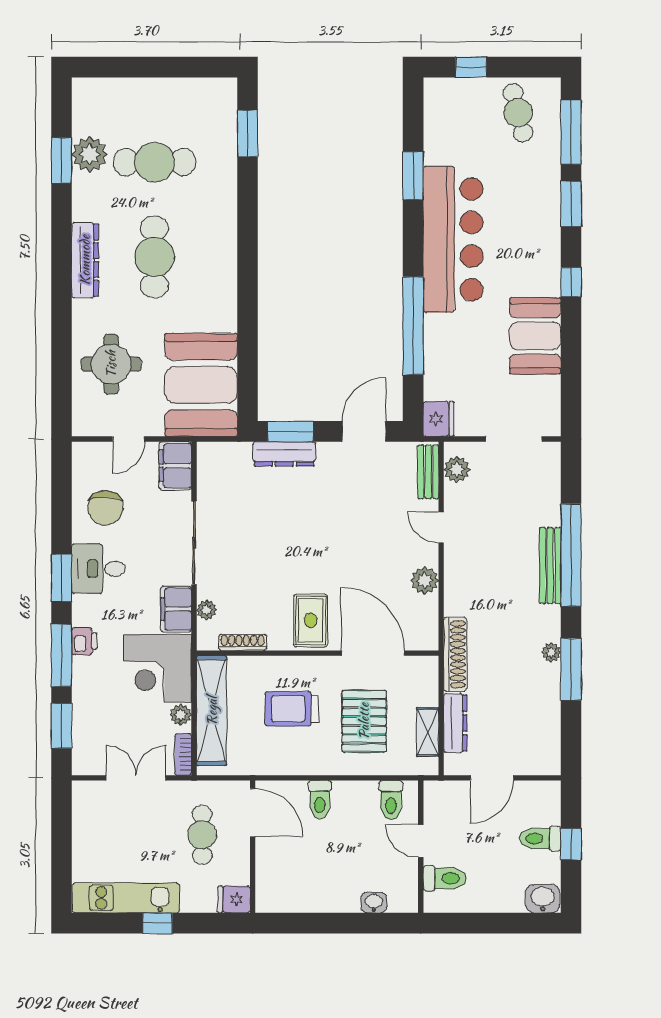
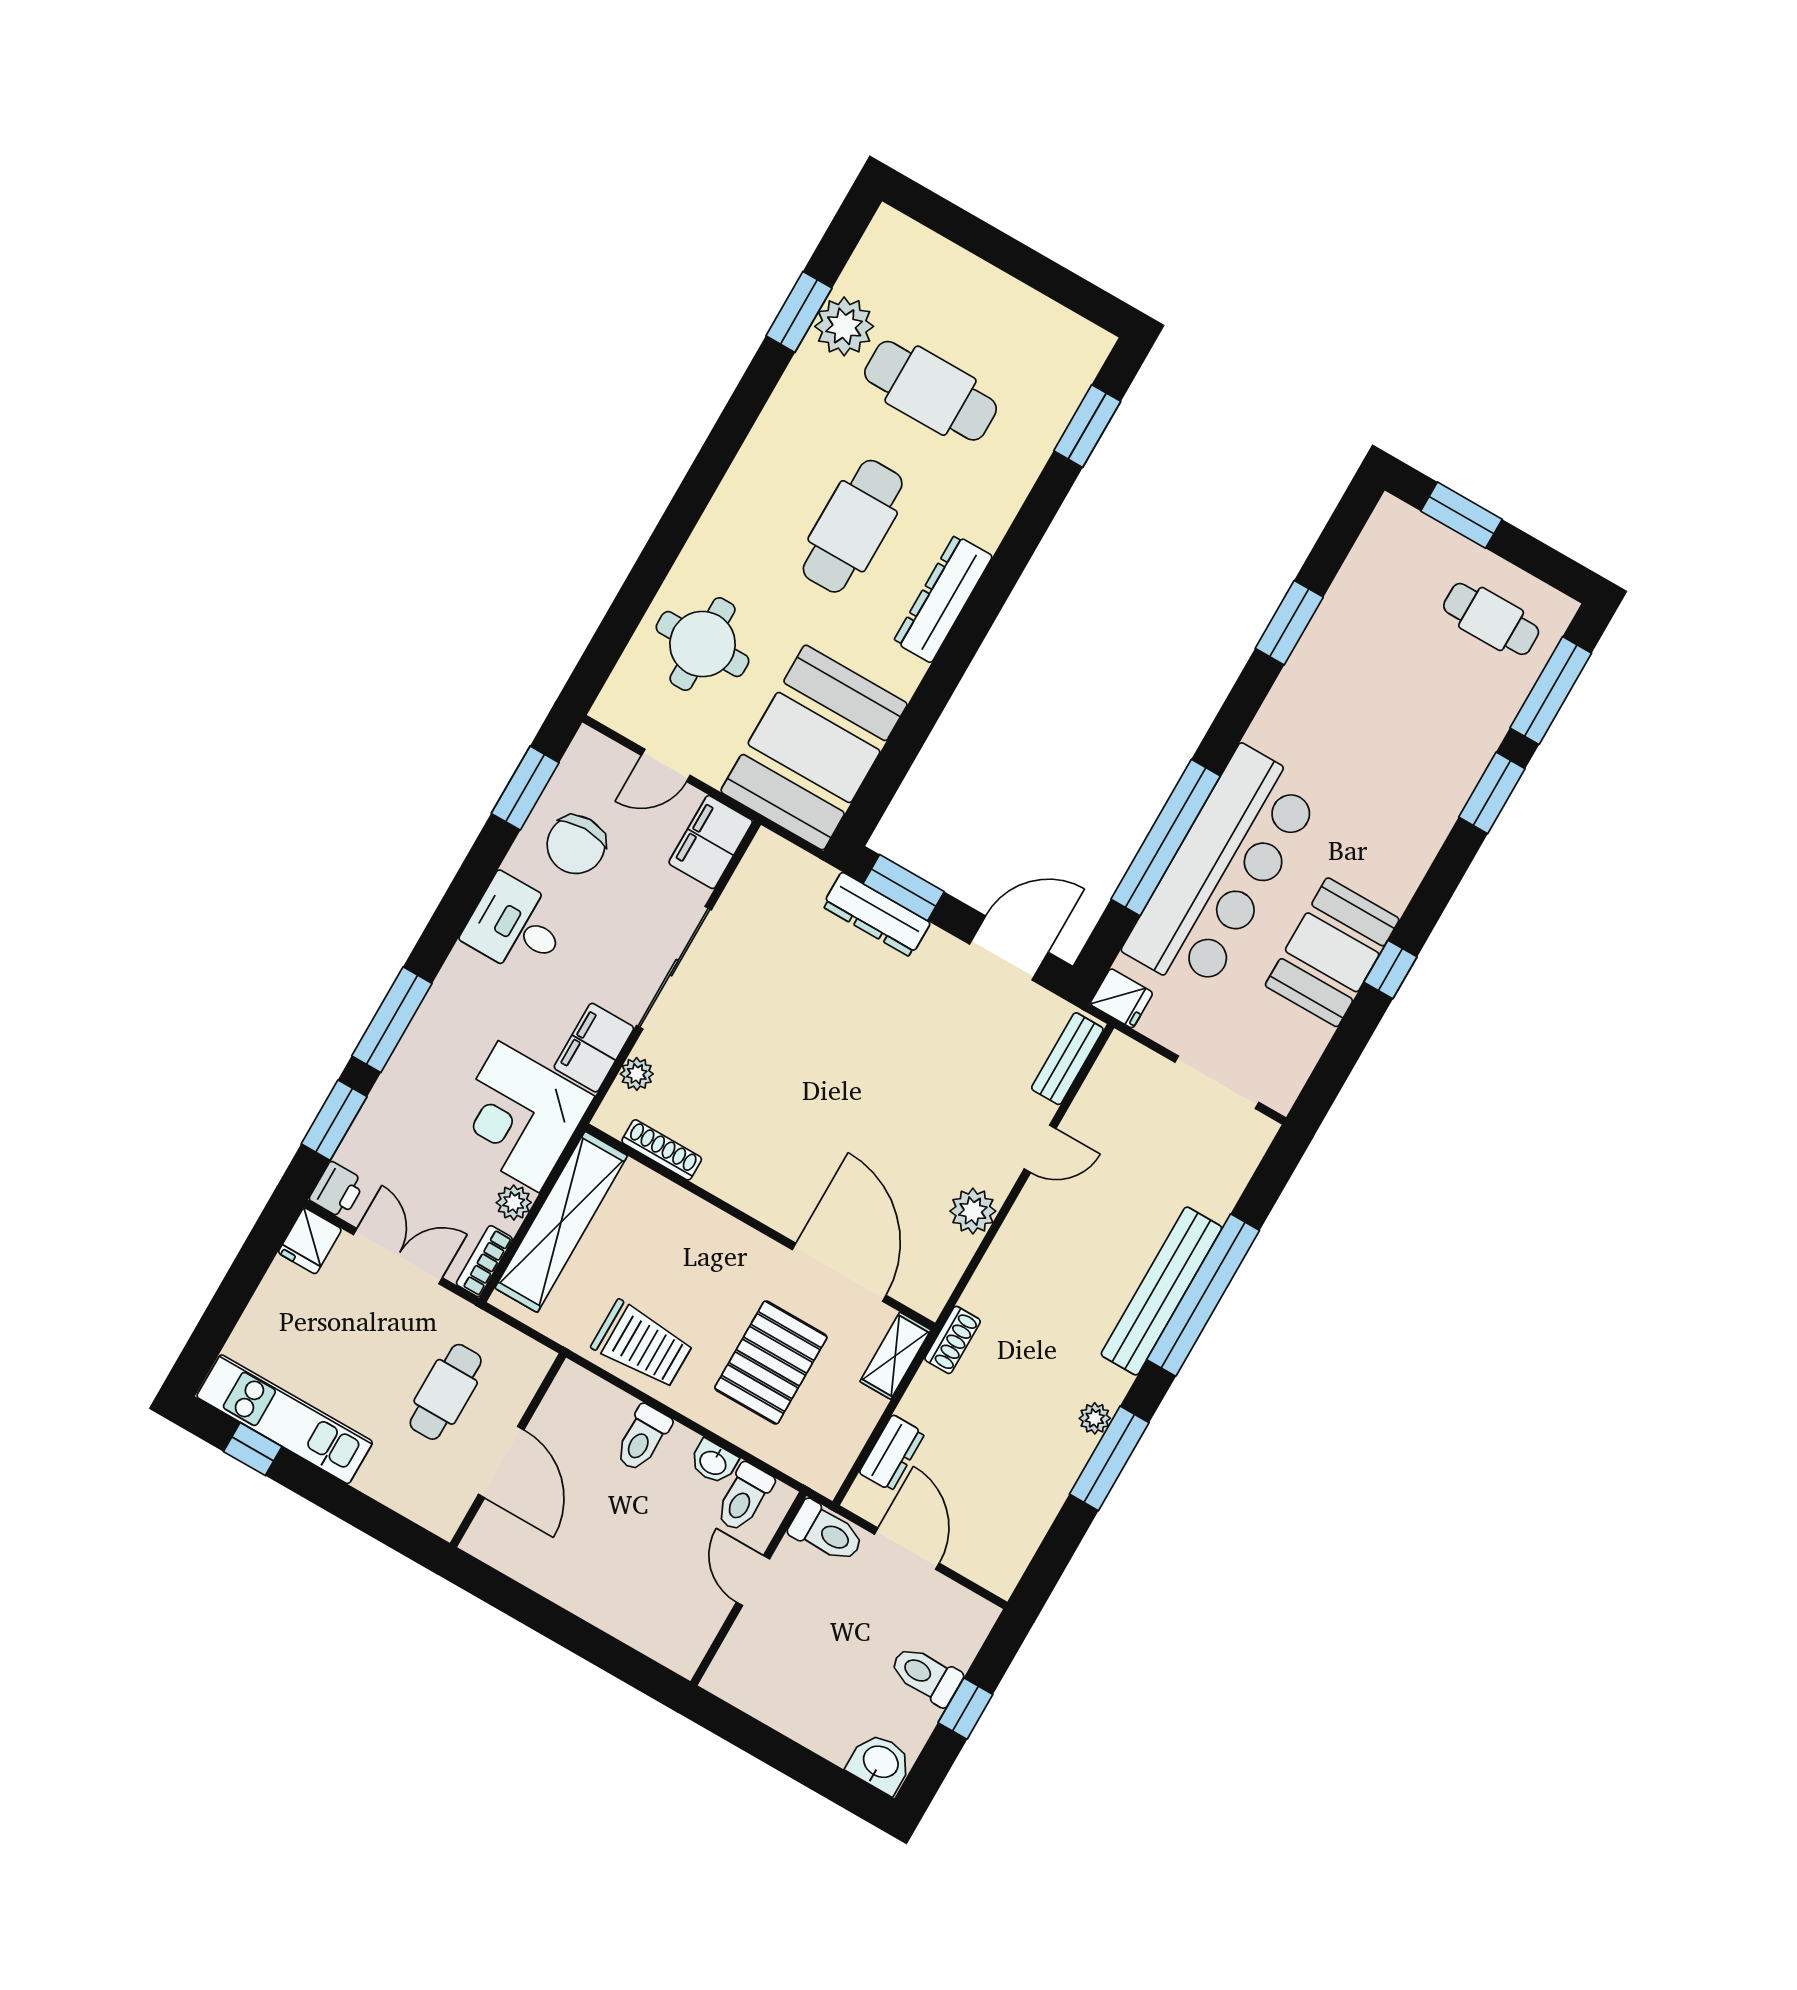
window: (471, 67) -> (1462, 515), width x1.50
cafe table: (518, 113) -> (1491, 619), turned -76
bar counter: (453, 239) -> (1223, 871), moved
dresser: (85, 260) -> (943, 599), moved, turned 180
window: (571, 282) -> (1390, 970), moved
fridge: (438, 419) -> (1121, 998), width x0.72
plant: (457, 469) -> (1110, 1079), removed
door: (441, 527) -> (1040, 1149), swing flipped
bench: (550, 565) -> (1161, 1291), width x1.37, depth x1.21
window: (62, 578) -> (525, 788), moved
rug: (311, 620) -> (777, 1175), removed
printer: (84, 641) -> (337, 1190), moved
shoe rack: (455, 654) -> (953, 1340), width x0.51, depth x0.81
trolley: (292, 709) -> (642, 1345), moved, turned 180
dresser: (455, 723) -> (892, 1453), width x0.70
shelving: (428, 732) -> (895, 1356), moved
door: (492, 778) -> (907, 1549), swing flipped
door: (253, 813) -> (501, 1462), moved
toilet: (445, 878) -> (826, 1532), moved
fridge: (234, 899) -> (310, 1241), moved, turned -90
washbasin: (374, 903) -> (713, 1462), moved, turned 180
window: (158, 923) -> (253, 1449), moved

